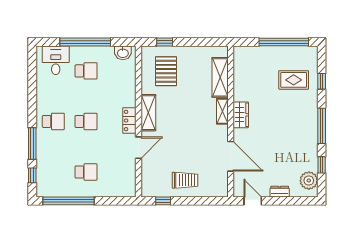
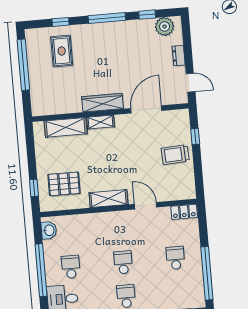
wardrobe: (241, 115) -> (103, 103), width x1.50
locker: (129, 120) -> (184, 212), moved
trolley: (185, 180) -> (175, 155), turned -93
window: (163, 201) -> (195, 136), moved
door: (253, 201) -> (191, 83), swing flipped

